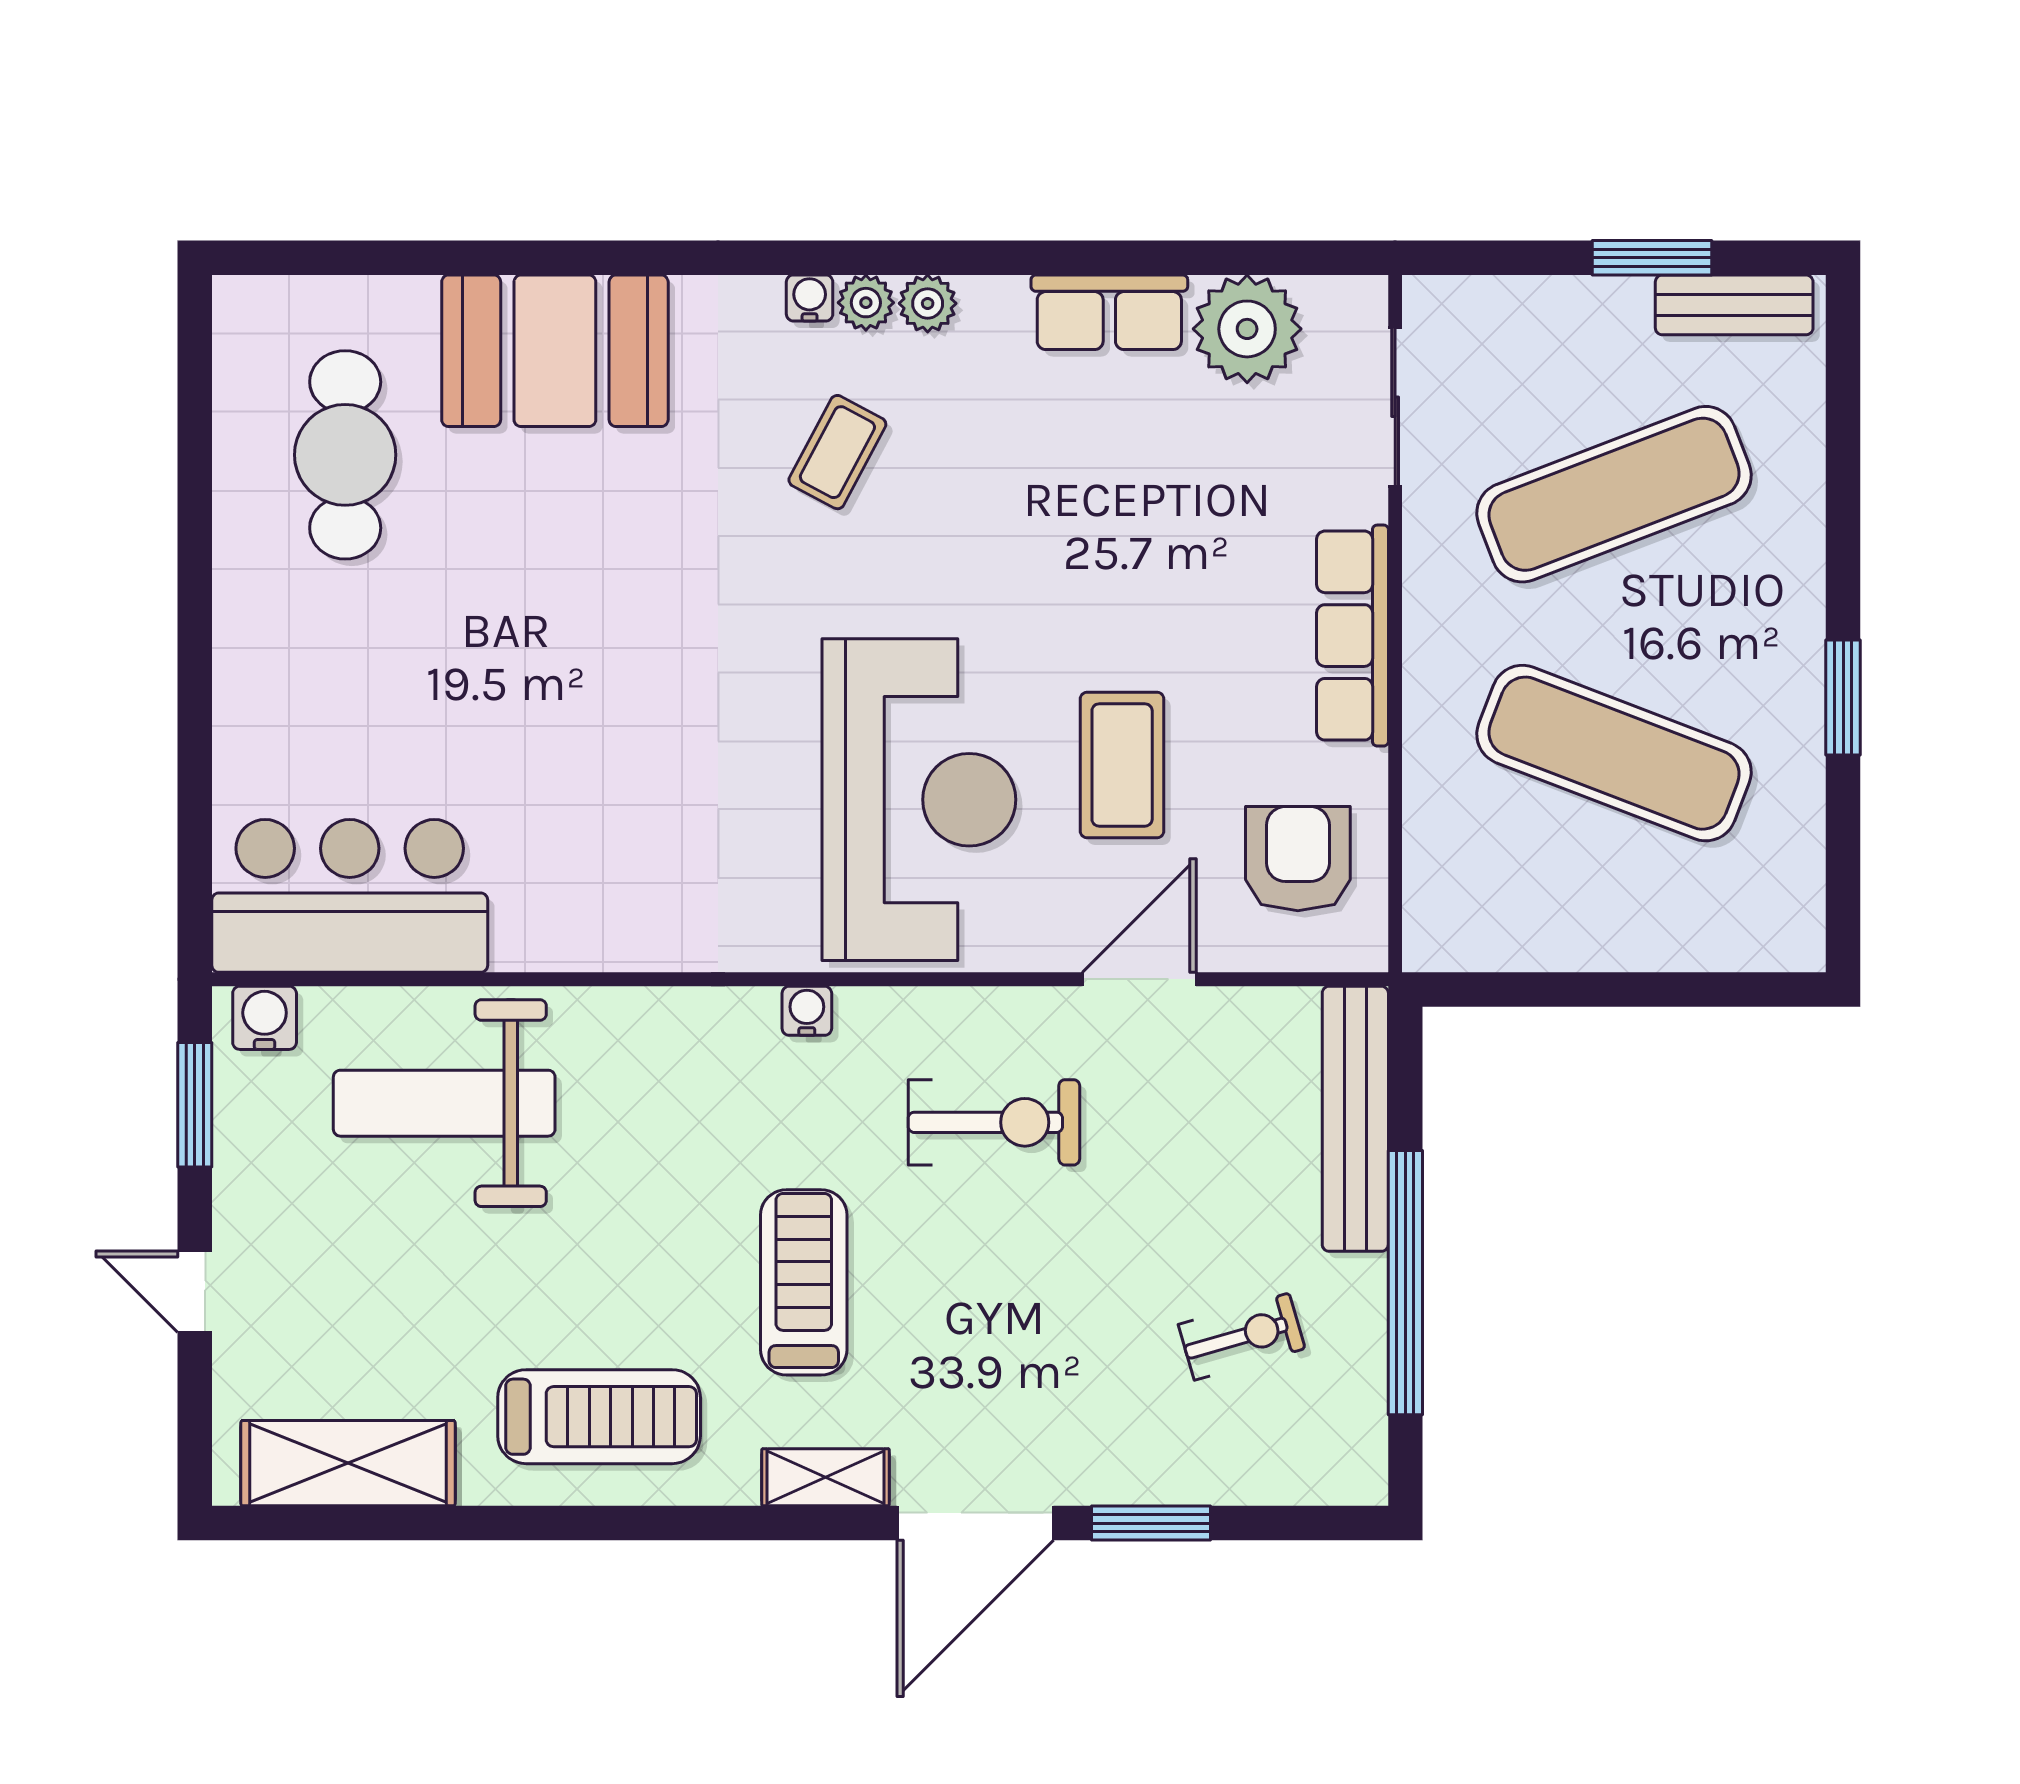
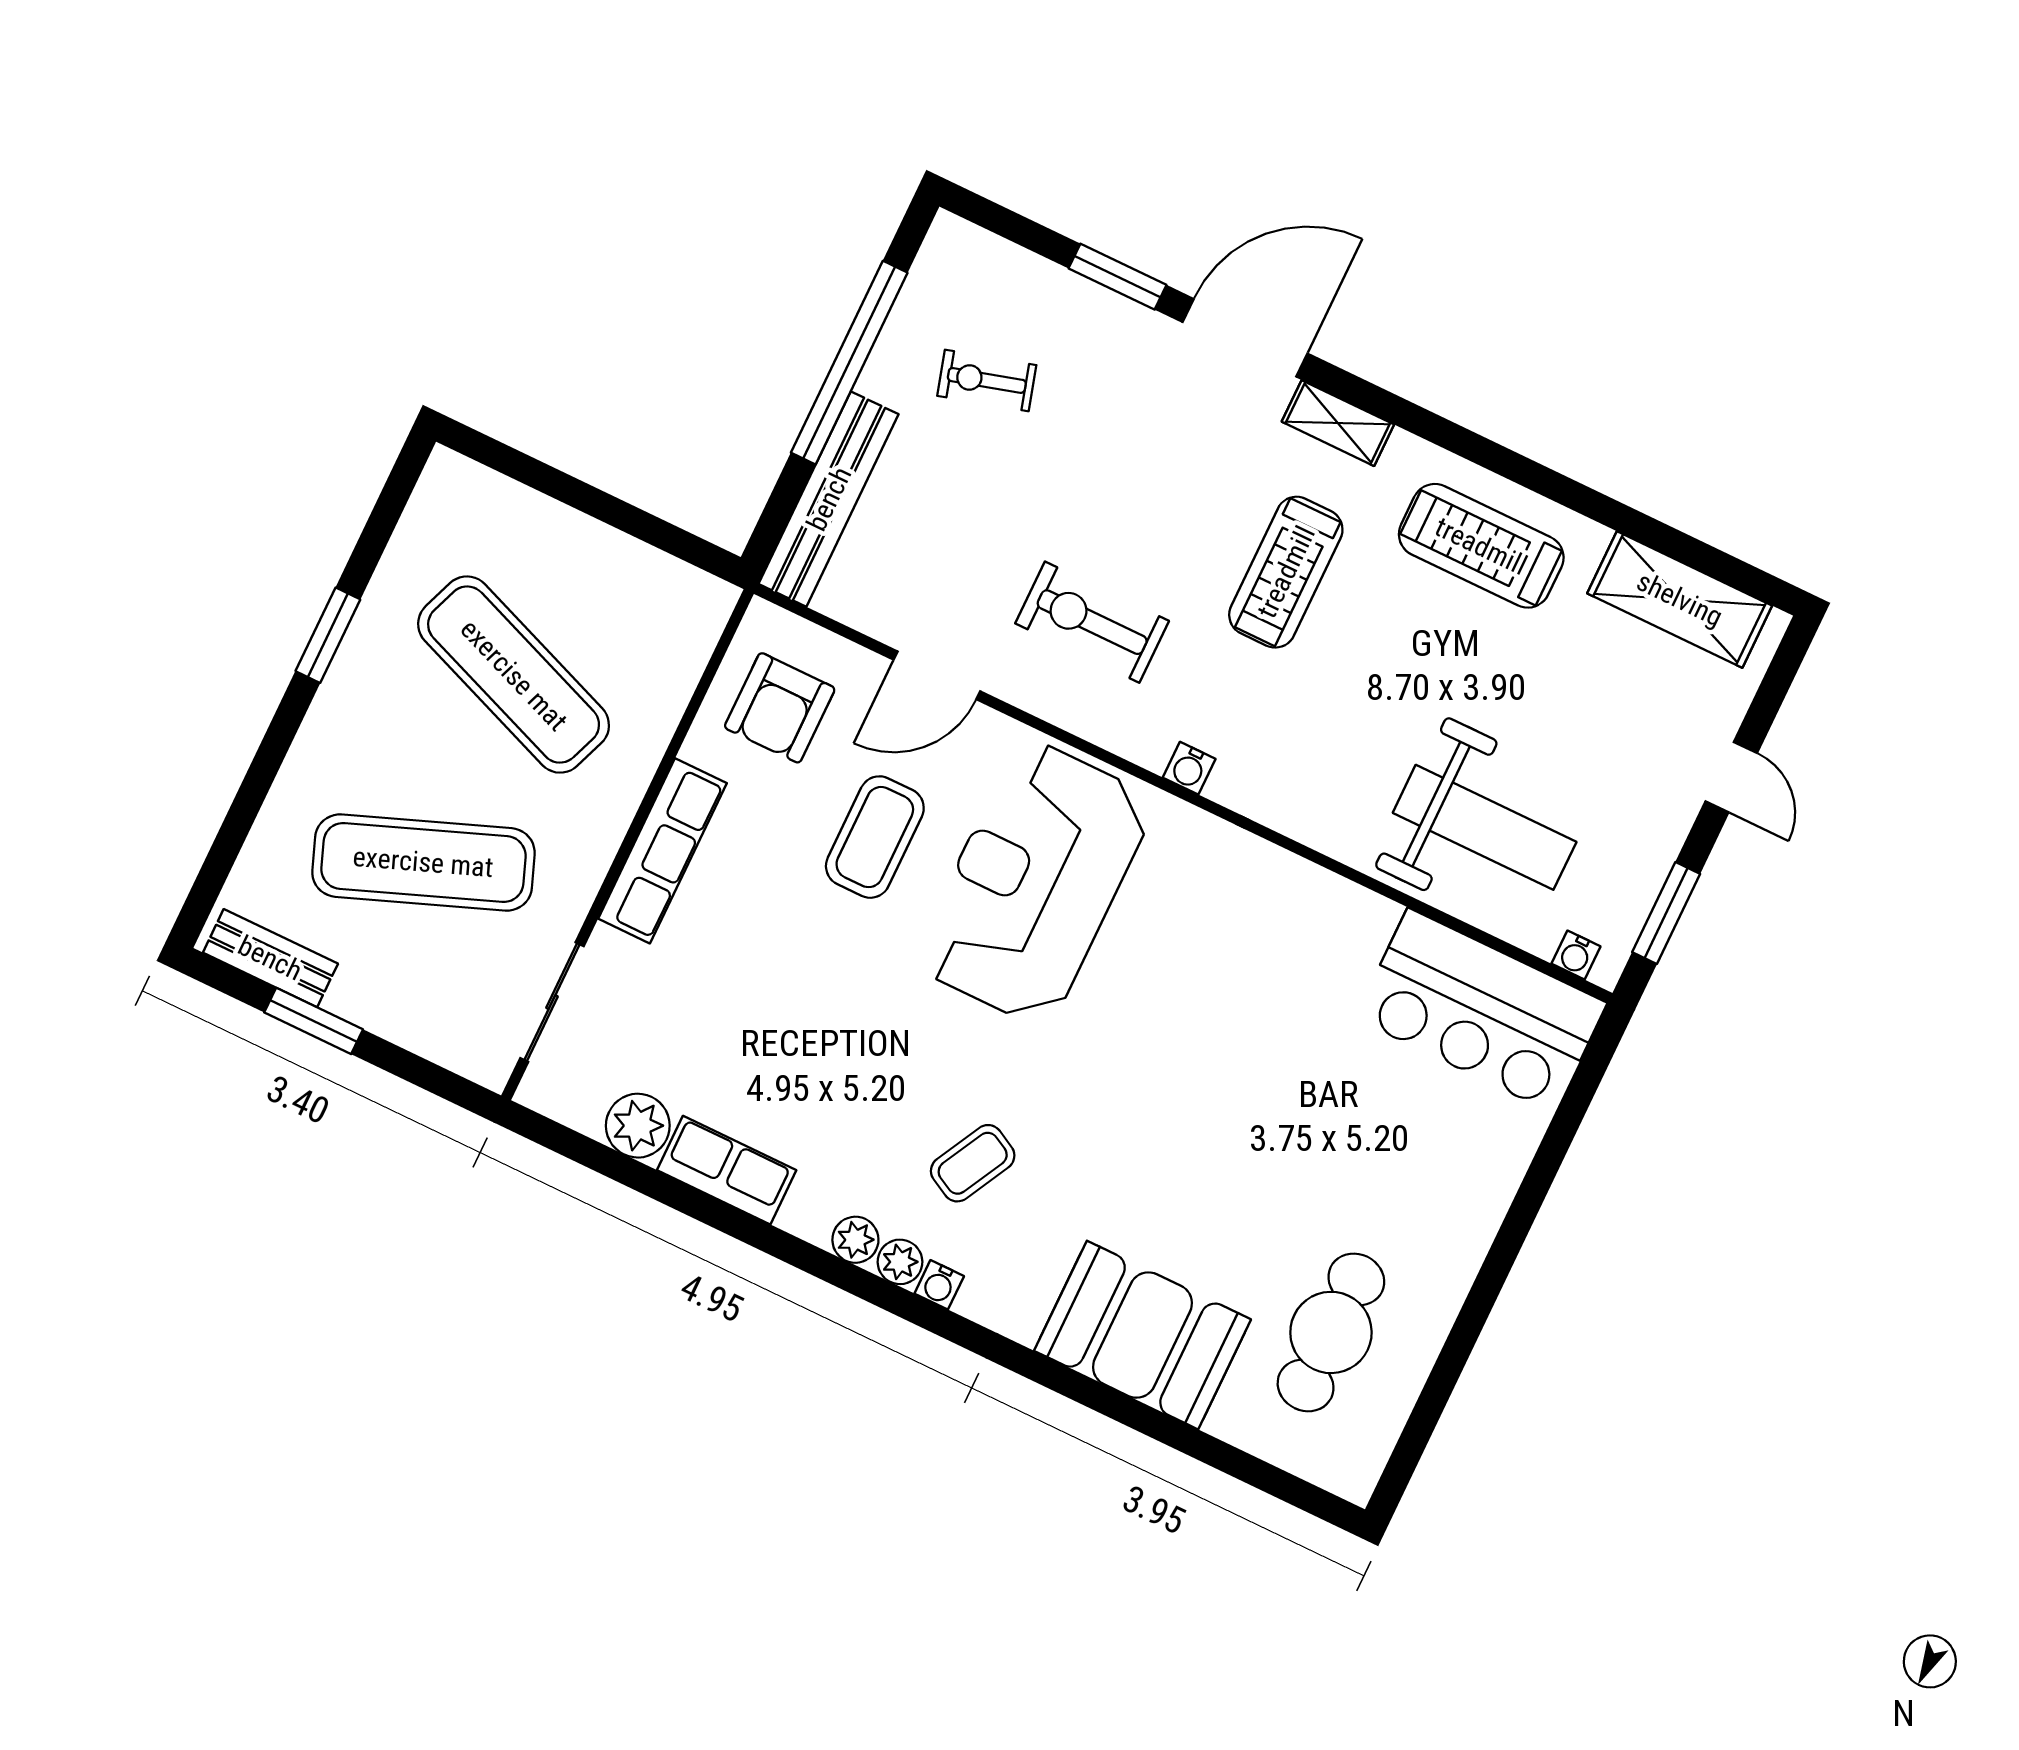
plant: (1247, 329) -> (638, 1126), width x0.73, depth x0.73
water cooler: (265, 1018) -> (1576, 955), width x0.72, depth x0.72

